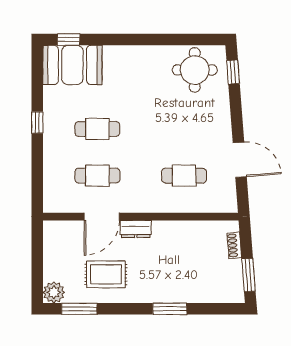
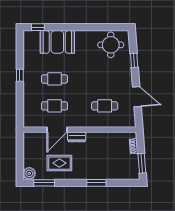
booth: (72, 65) -> (57, 42), moved
window: (233, 72) -> (134, 60), moved

